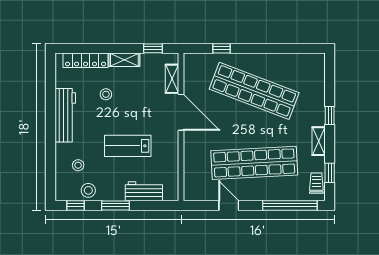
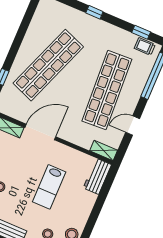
shelving: (319, 141) -> (104, 151), moved
workbench: (144, 191) -> (97, 176), moved
window: (115, 205) -> (93, 217), removed

